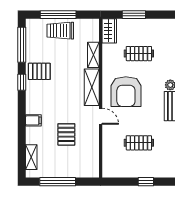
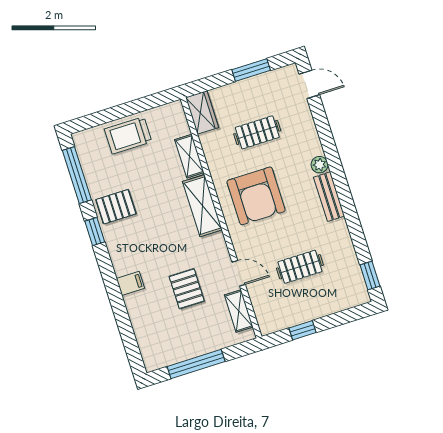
window: (58, 15) -> (117, 112), removed
window: (134, 15) -> (251, 70), moved
door: (101, 116) -> (239, 273), moved
shelving: (31, 157) -> (239, 311), moved
window: (146, 182) -> (303, 330), moved

